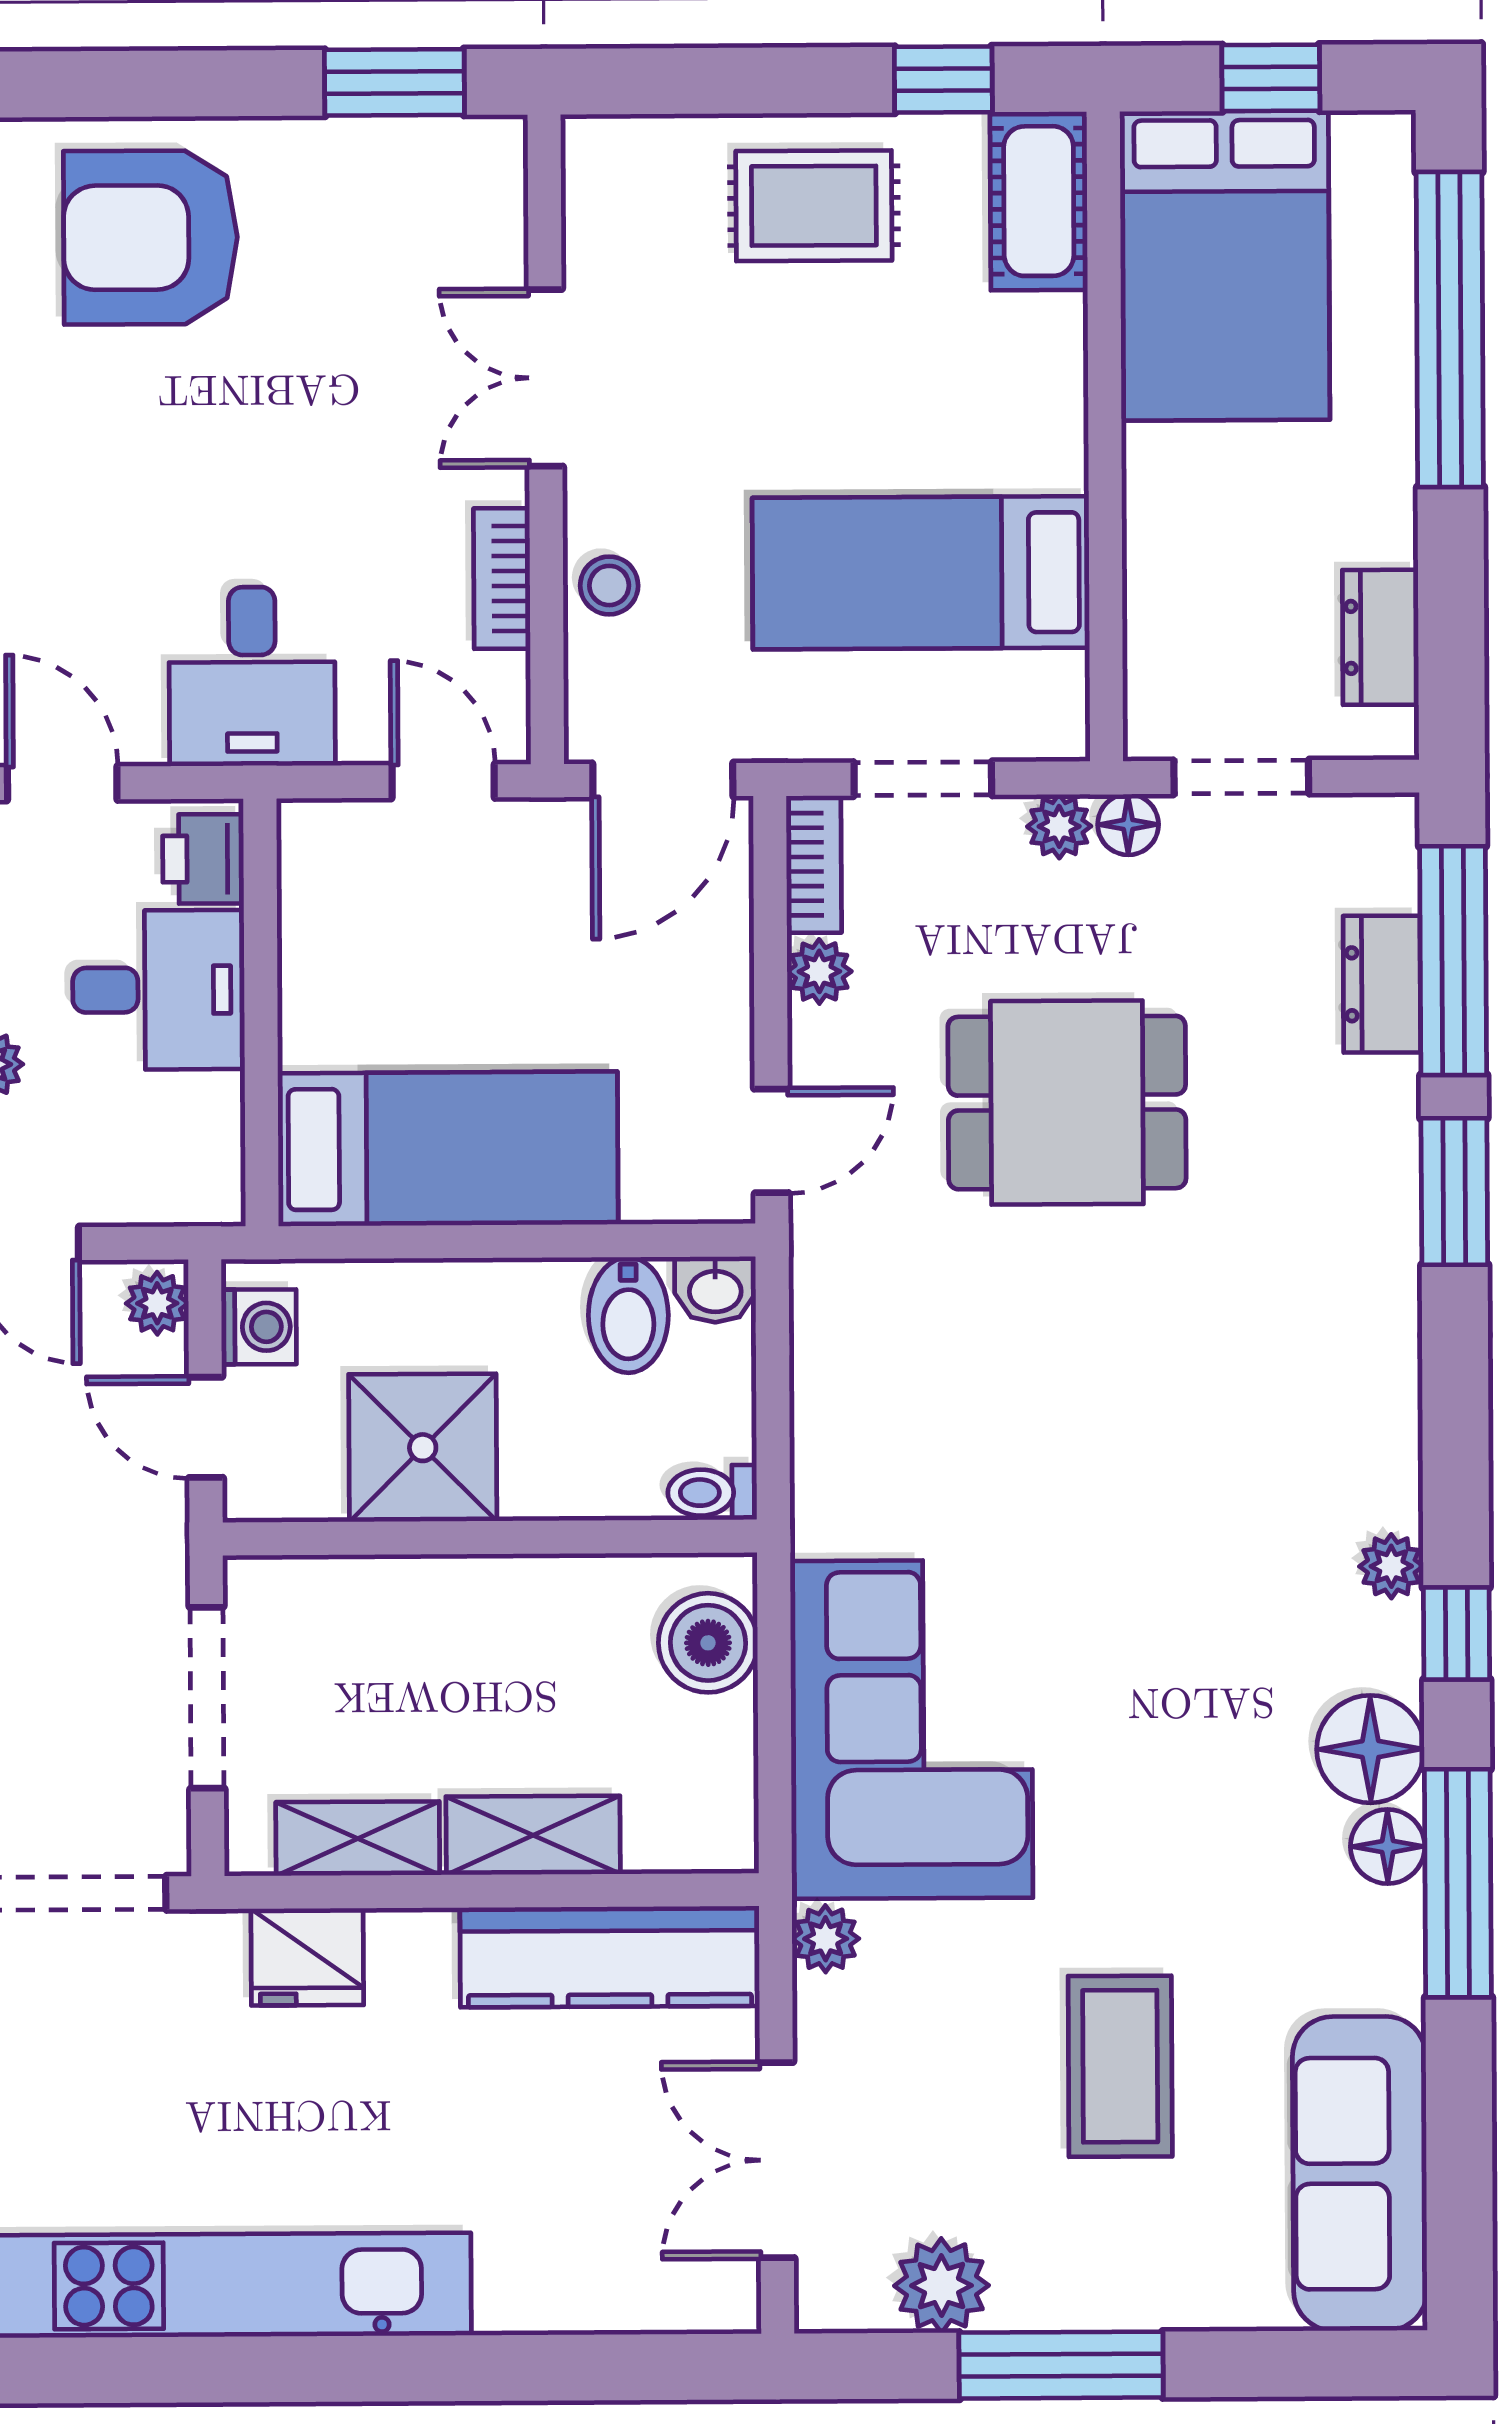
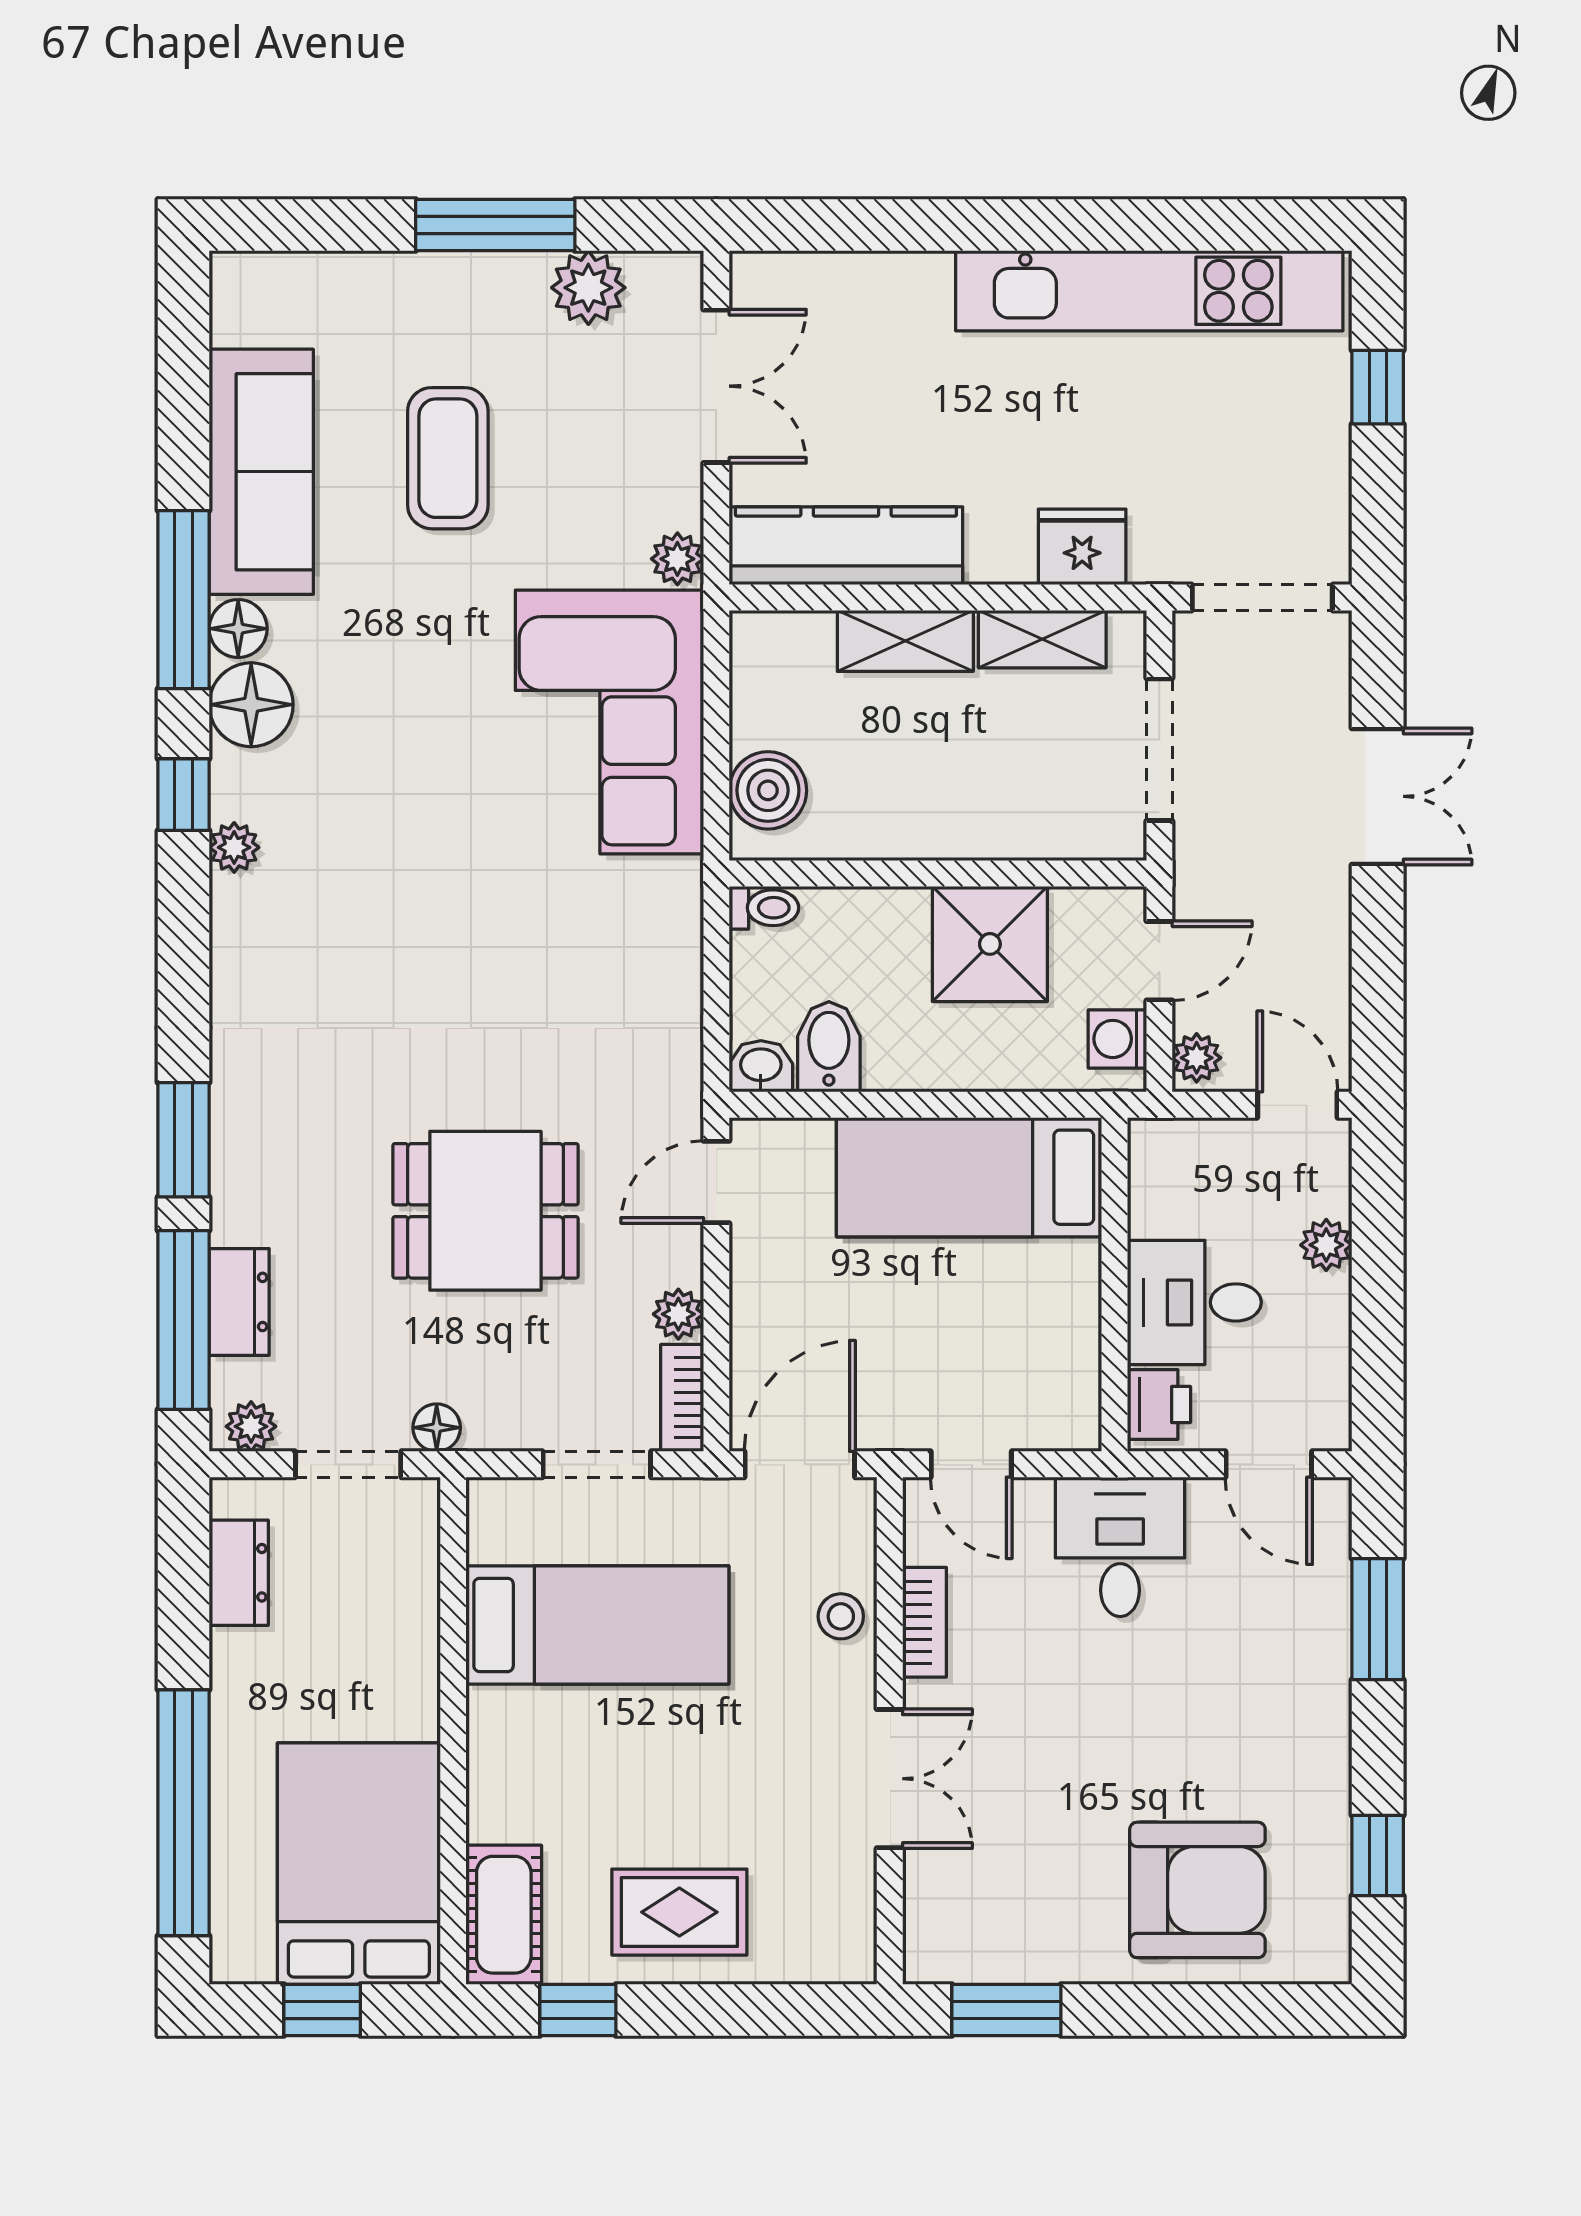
plant: (1059, 826) -> (251, 1426), moved
door: (206, 1427) -> (1159, 961), hinge flipped
sofa: (1360, 2174) -> (261, 472), moved

